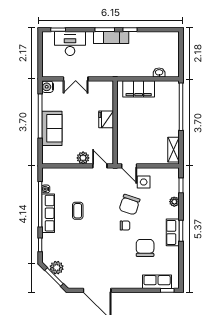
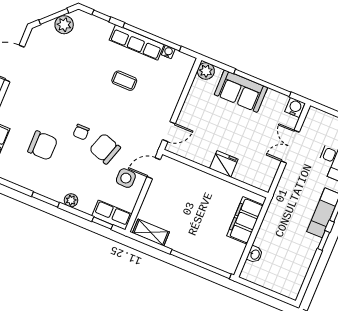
plant: (83, 158) -> (206, 71), moved
plant: (174, 202) -> (71, 200), moved
row of seats: (173, 232) -> (112, 215), moved

